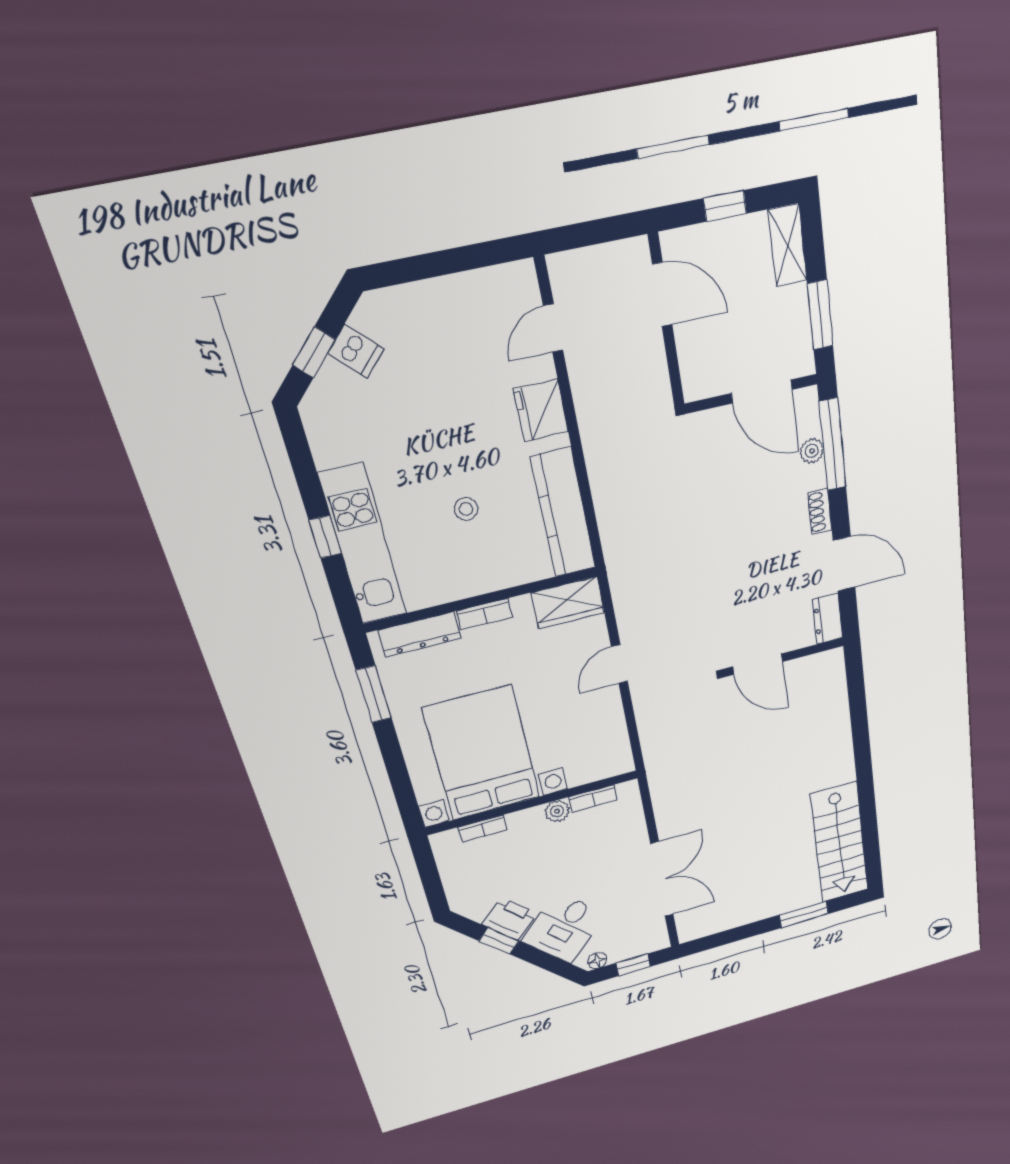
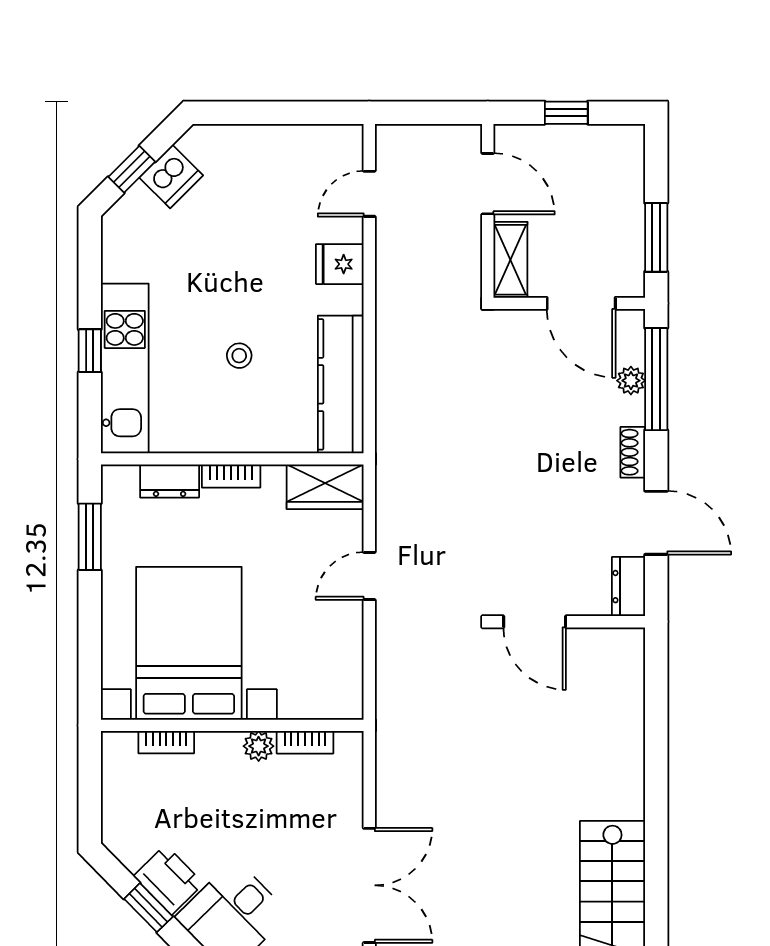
shelving: (788, 245) -> (510, 260), moved
dishwasher: (356, 351) -> (171, 176), width x1.38
fridge: (541, 410) -> (340, 264), width x0.72
dresser: (420, 634) -> (170, 481), width x0.70

